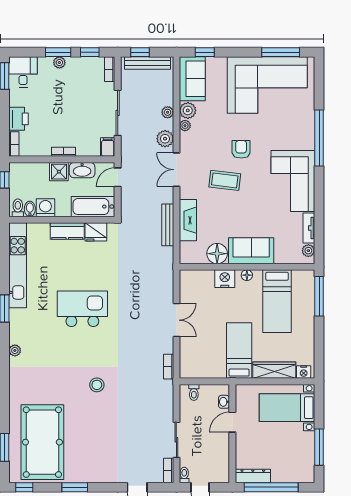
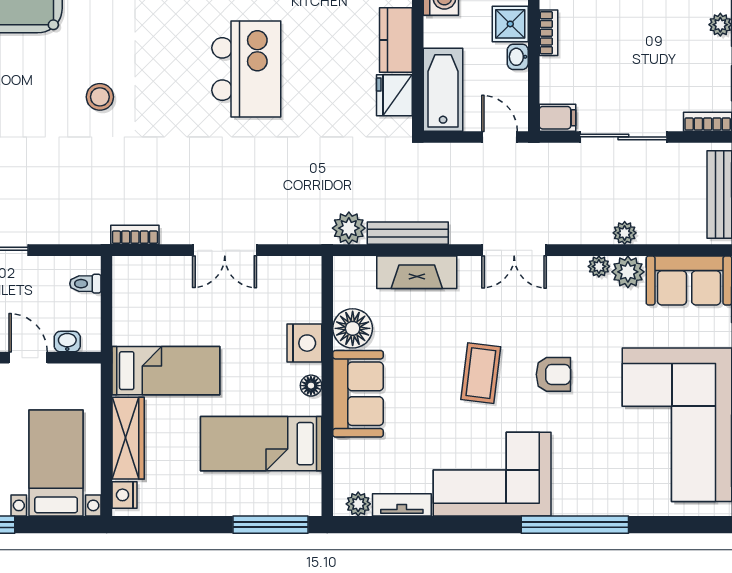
plant: (165, 139) -> (349, 228), moved
washbasin: (82, 170) -> (518, 57), width x0.52, depth x0.69
double door: (176, 170) -> (514, 250), swing flipped
coffee table: (225, 180) -> (481, 373), moved

